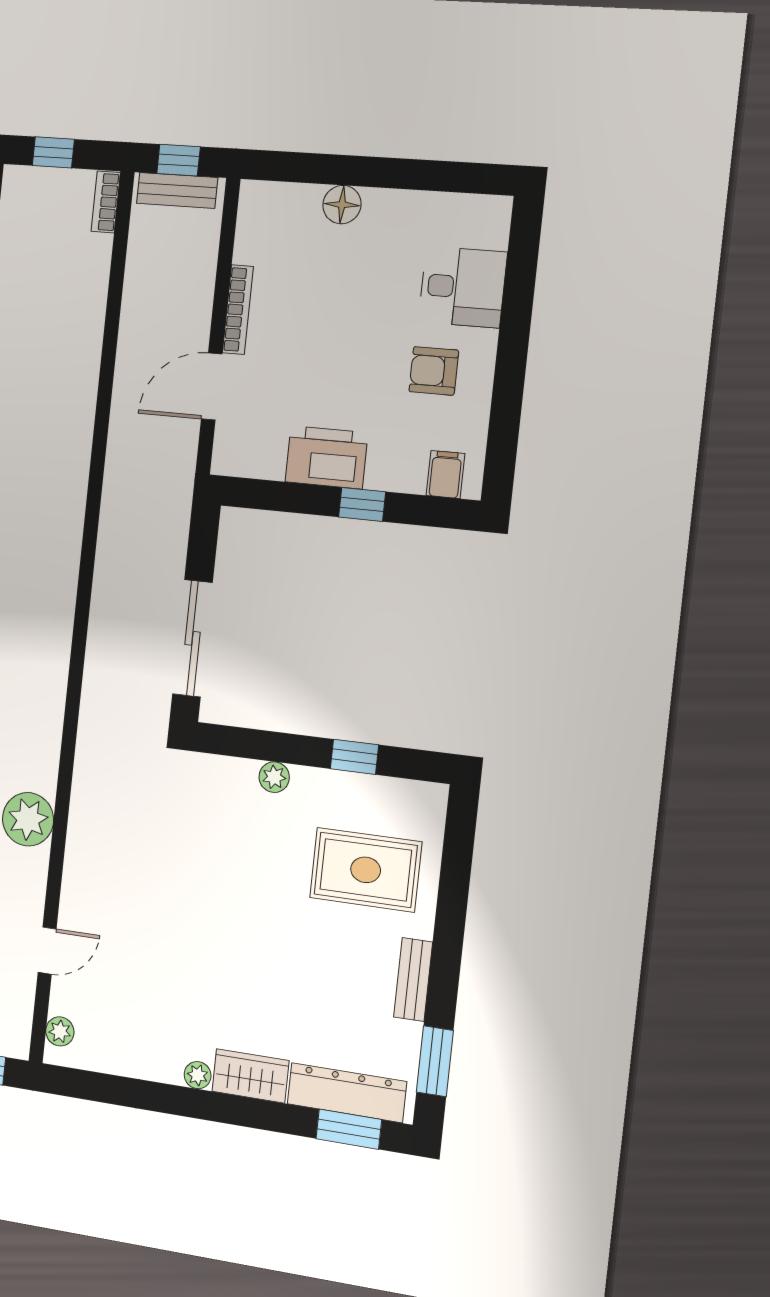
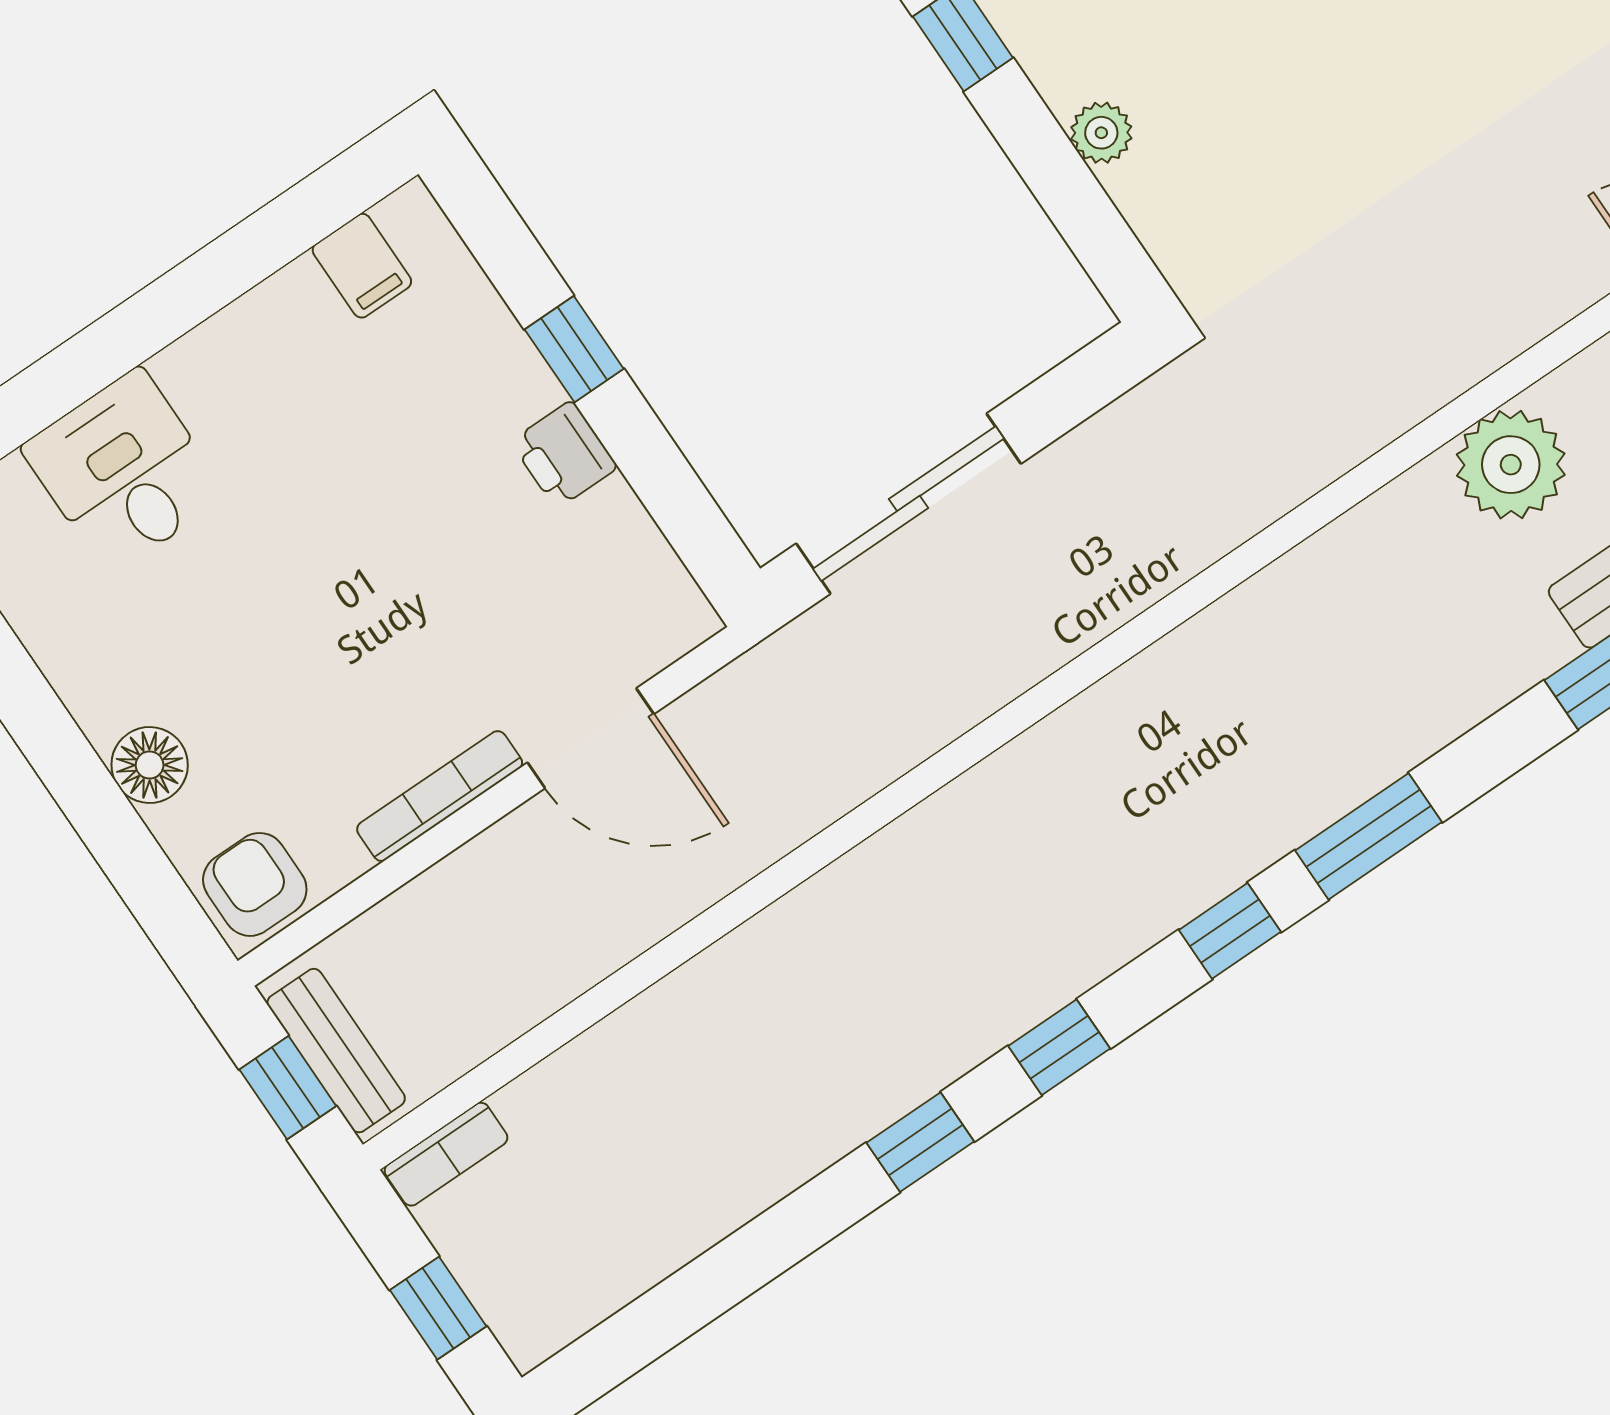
armchair: (434, 371) -> (255, 884), moved, turned 180
printer: (326, 457) -> (564, 454), width x0.53, depth x0.68
filing cabinet: (445, 475) -> (362, 266), moved, turned -90
sliding door: (192, 638) -> (909, 504), moved

